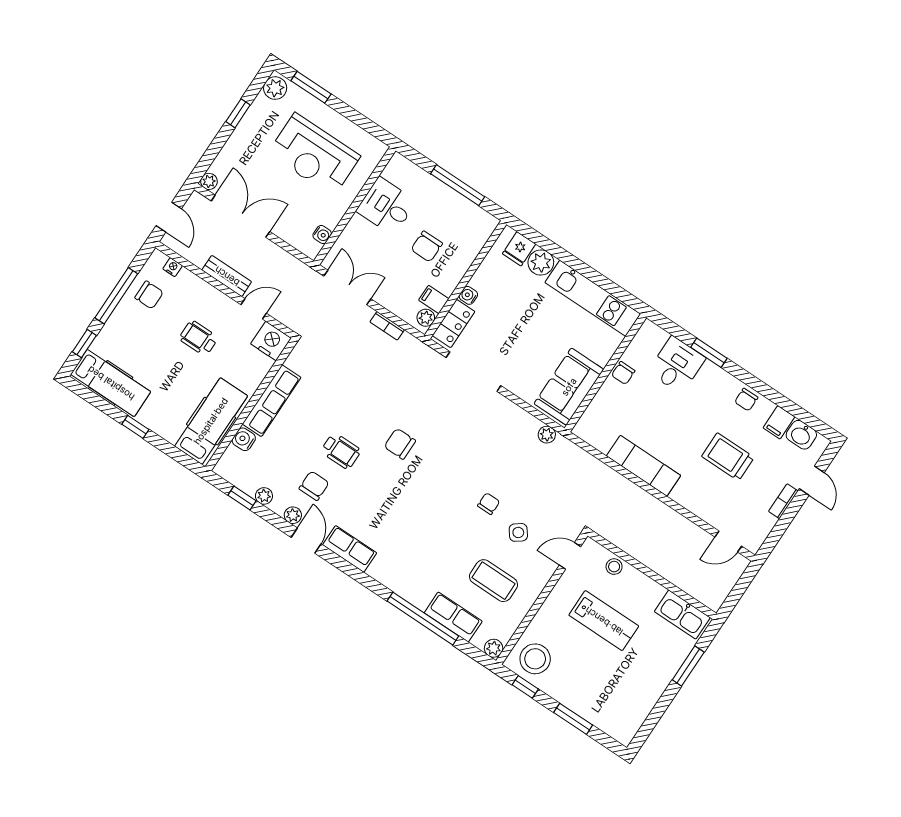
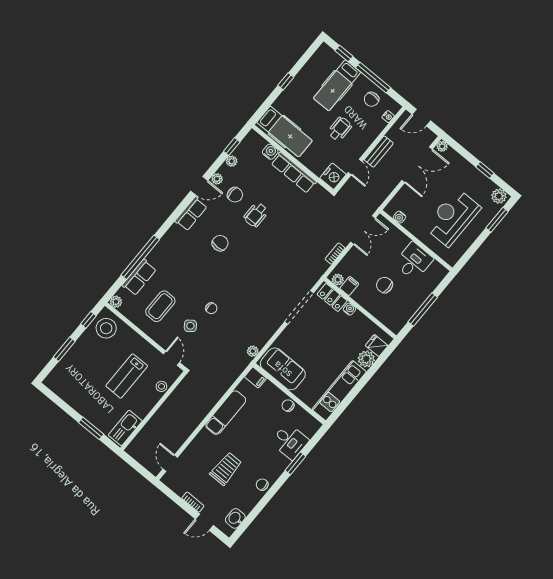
hospital bed: (111, 383) -> (337, 85), moved
filing cabinet: (779, 422) -> (256, 378), moved, turned 180
chair: (400, 444) -> (220, 243), moved

